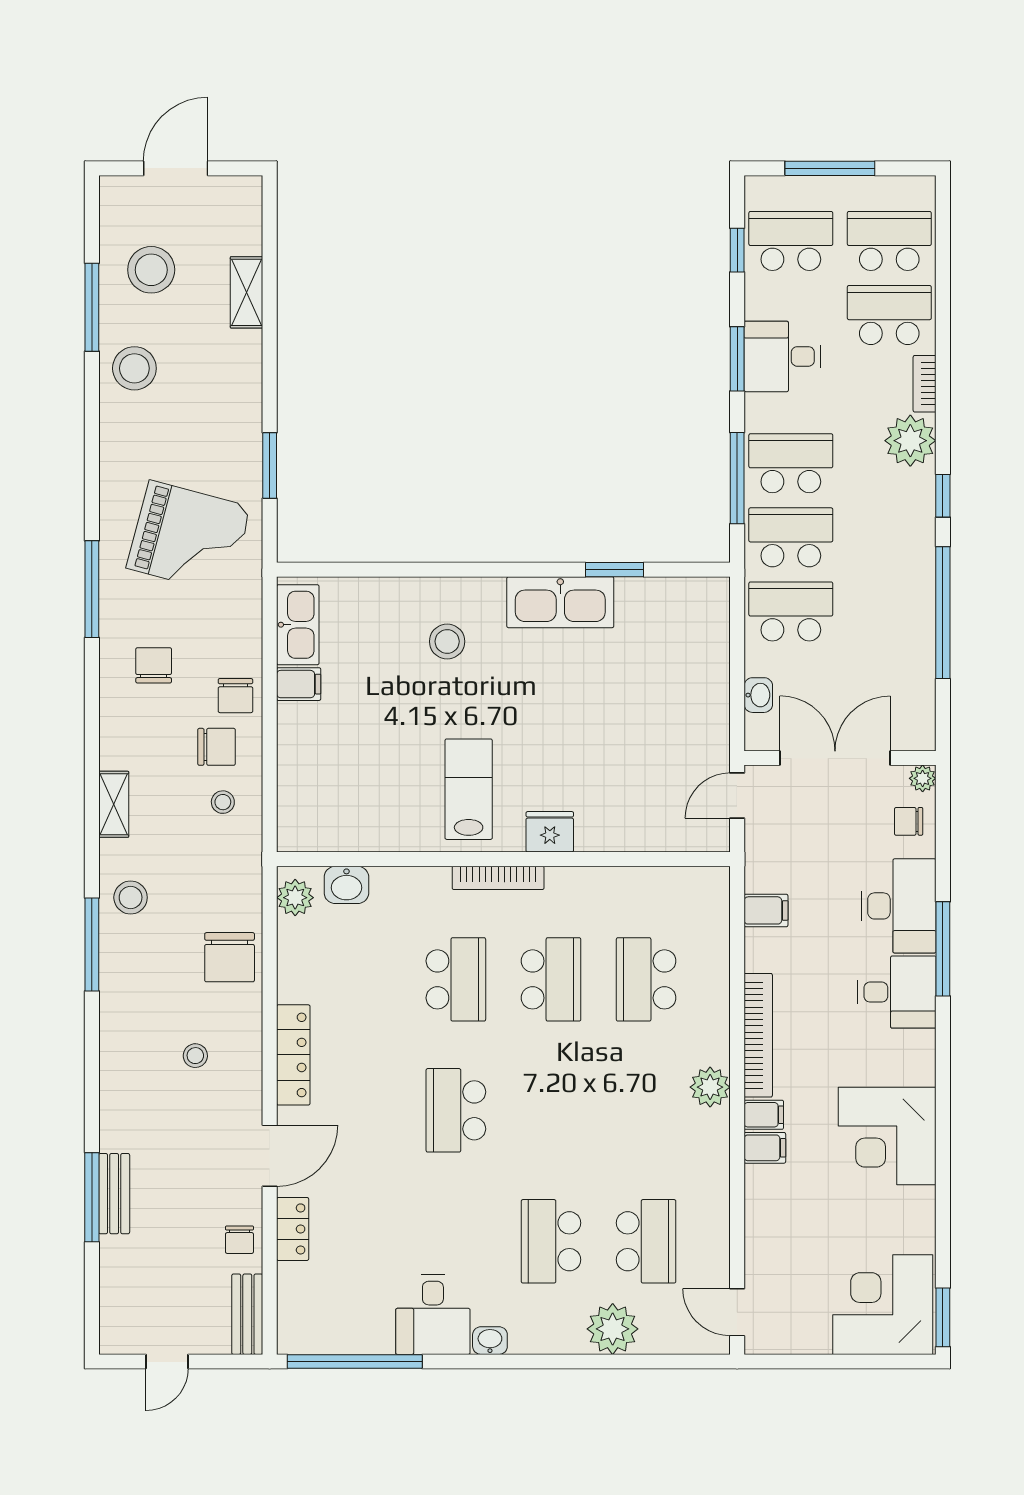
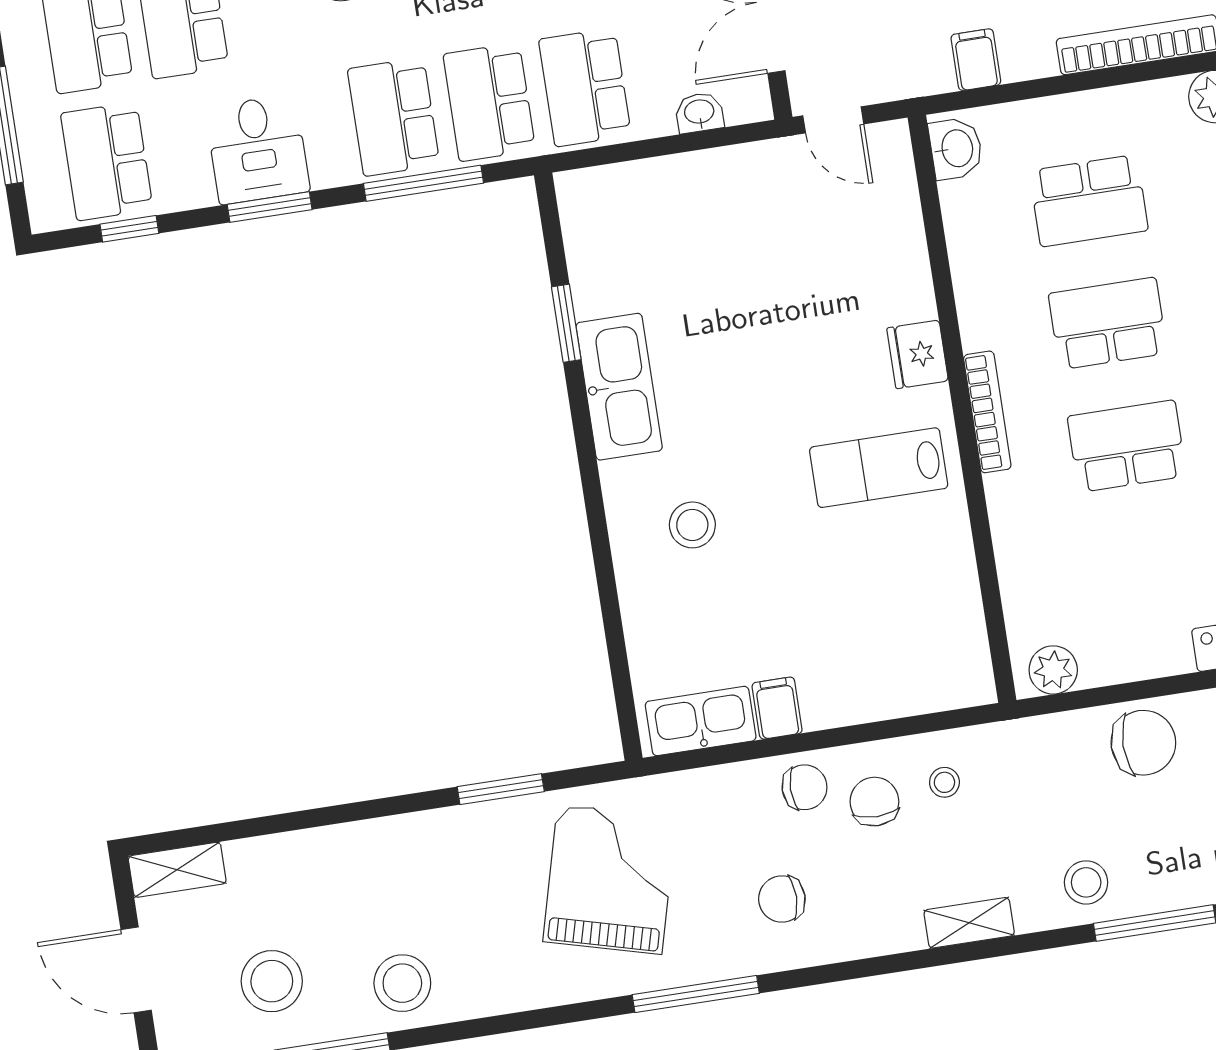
shelving: (247, 292) -> (177, 870), moved
washbasin: (346, 885) -> (956, 148), moved

